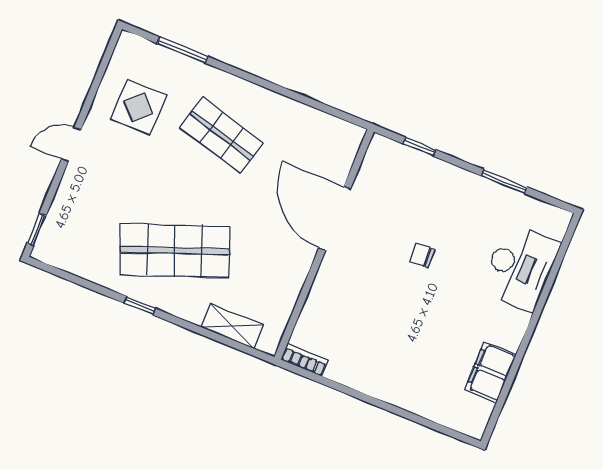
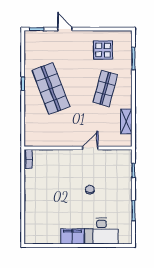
door: (71, 144) -> (65, 29), moved
door: (335, 219) -> (90, 148), width x0.53
shelving: (232, 326) -> (126, 121), moved
filing cabinet: (491, 372) -> (72, 236), moved

